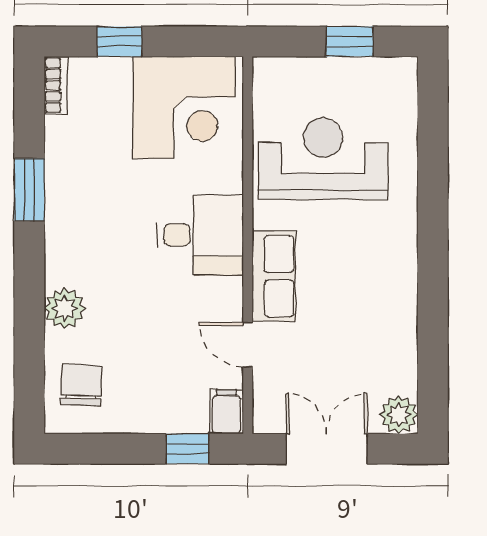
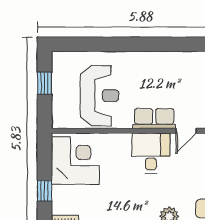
reception desk: (323, 159) -> (99, 96), turned 180
desk: (200, 235) -> (151, 153), moved

